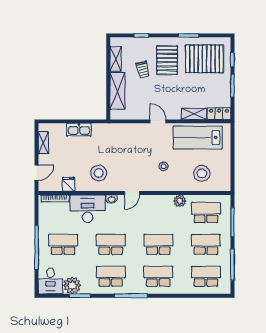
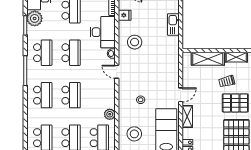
shelving: (194, 114) -> (187, 117), moved

